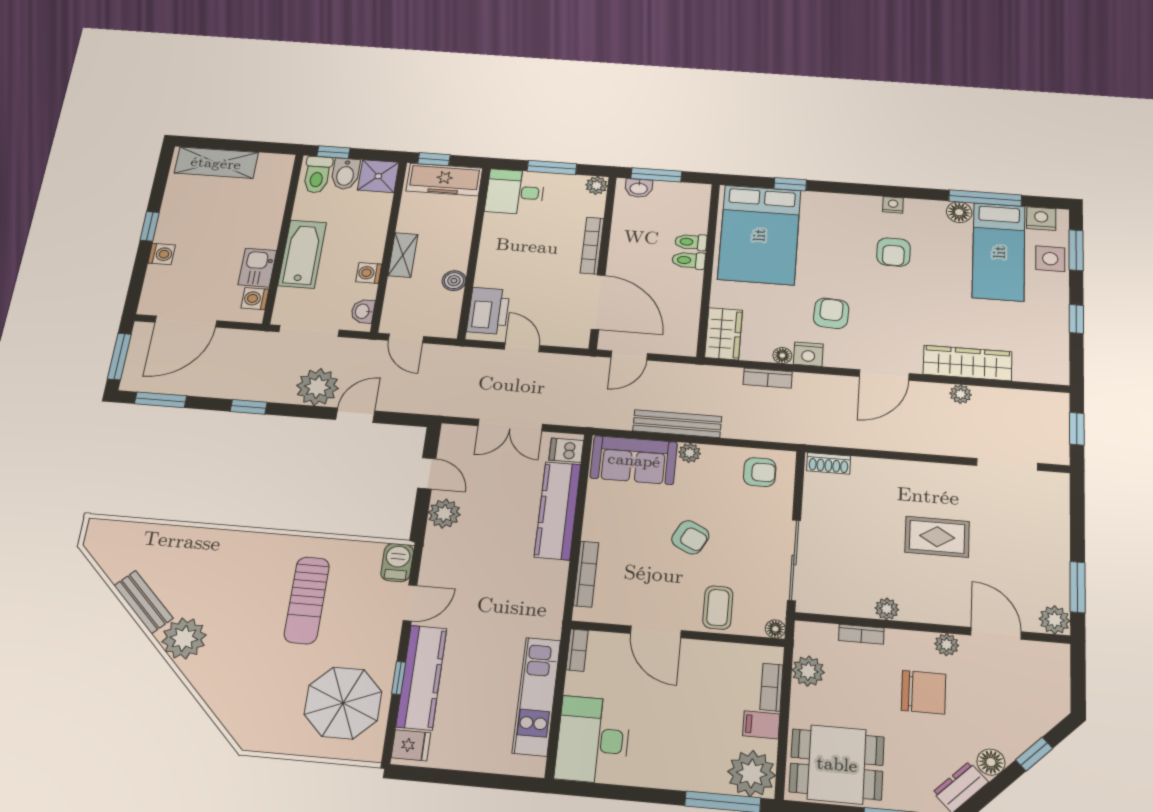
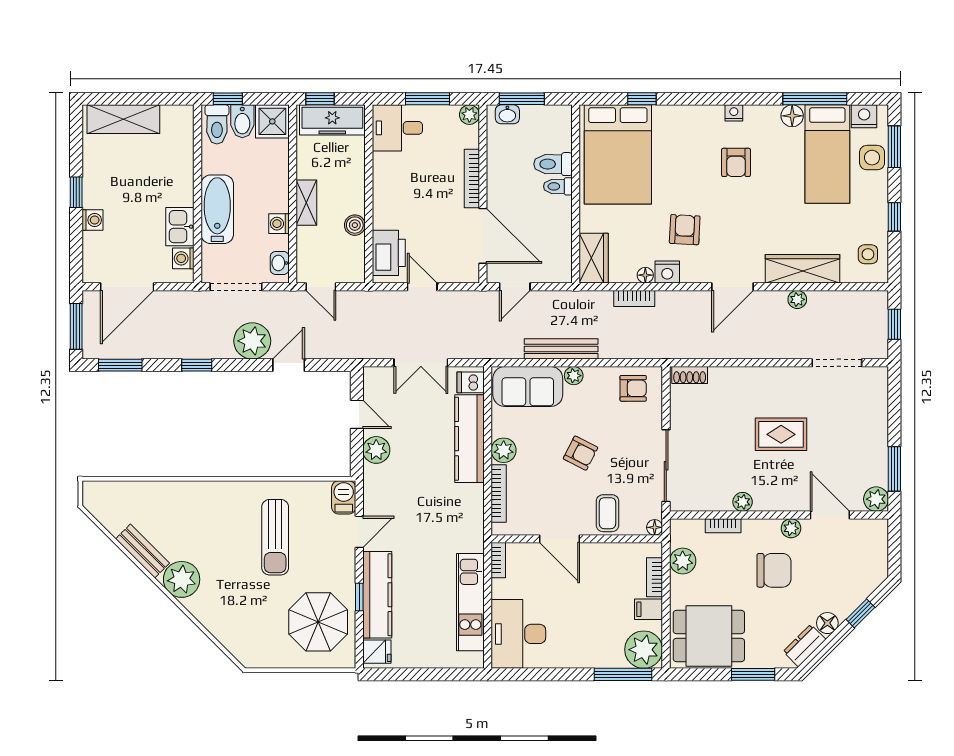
toilet: (691, 242) -> (553, 164), width x1.37, depth x1.39
side table: (1045, 354) -> (868, 254), added
plant: (597, 527) -> (504, 450), added

